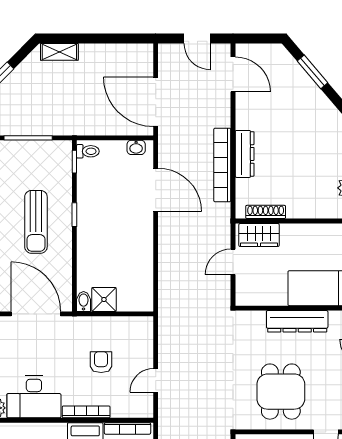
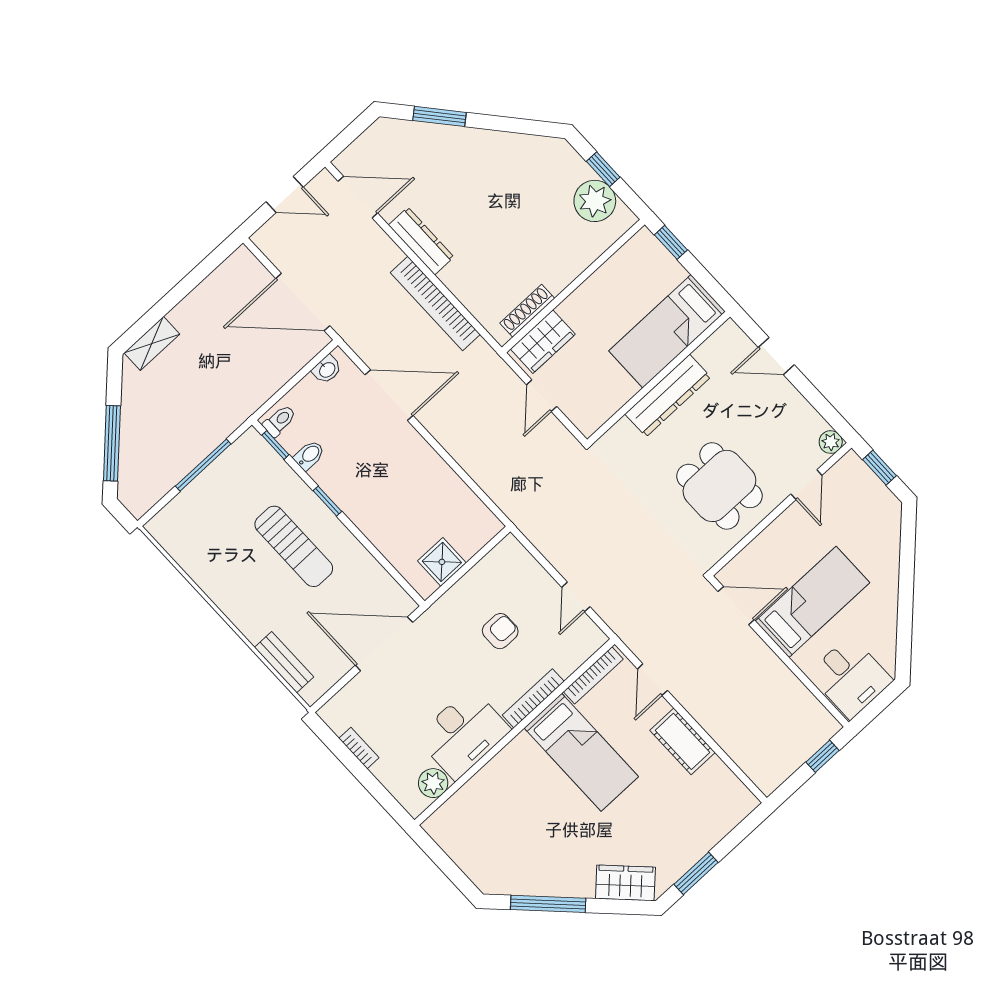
dresser: (245, 154) -> (421, 241), moved
bidet: (84, 301) -> (309, 455), moved, turned 90
armchair: (101, 362) -> (500, 631), turned 90

